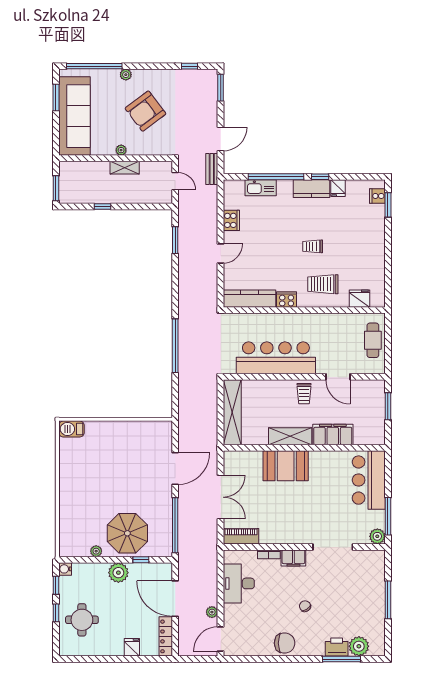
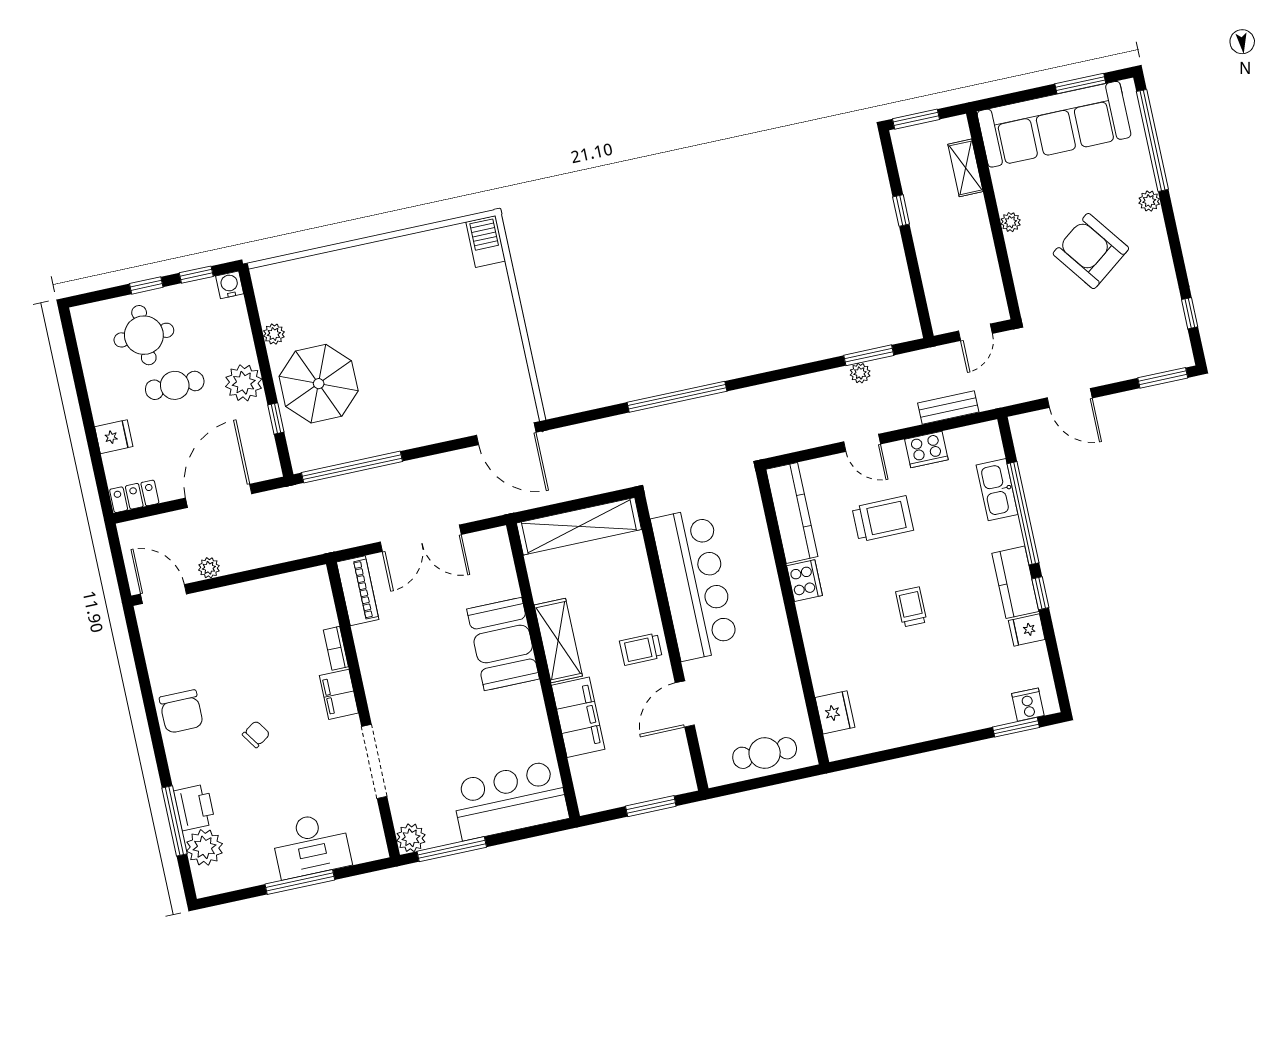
shelving: (125, 168) -> (966, 168), moved
bench: (212, 169) -> (948, 408), moved
plant: (184, 247) -> (860, 373), added
trolley: (323, 284) -> (883, 519), moved, turned 90
door: (175, 469) -> (506, 434), moved
desk: (239, 583) -> (311, 845), moved, turned 180
cafe table: (112, 609) -> (175, 385), added
locker: (166, 636) -> (134, 496), width x0.66

